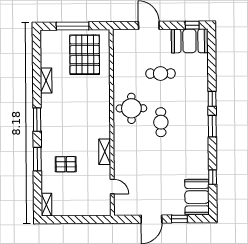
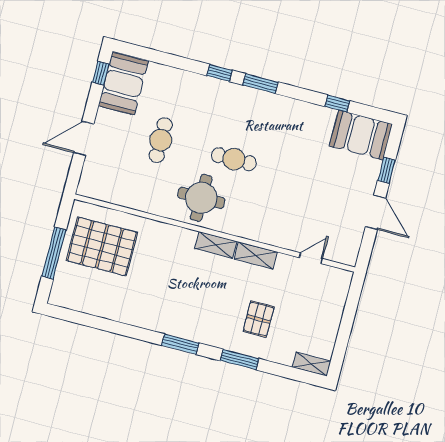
shelving: (46, 80) -> (216, 245), moved

